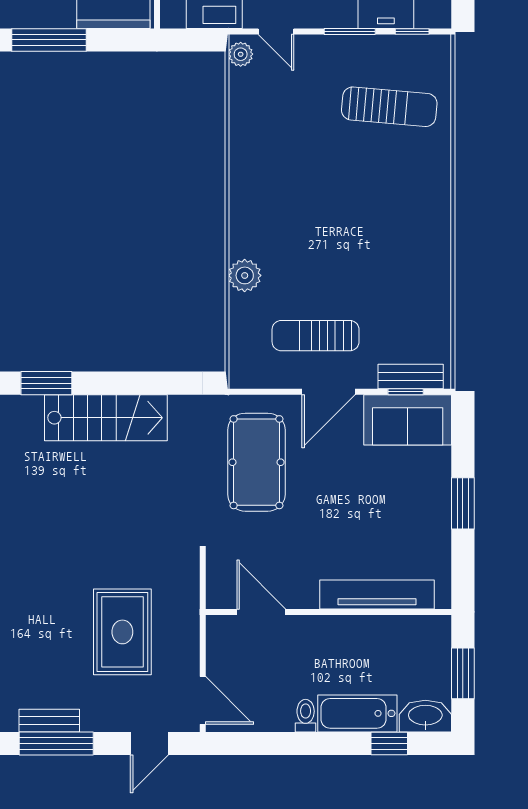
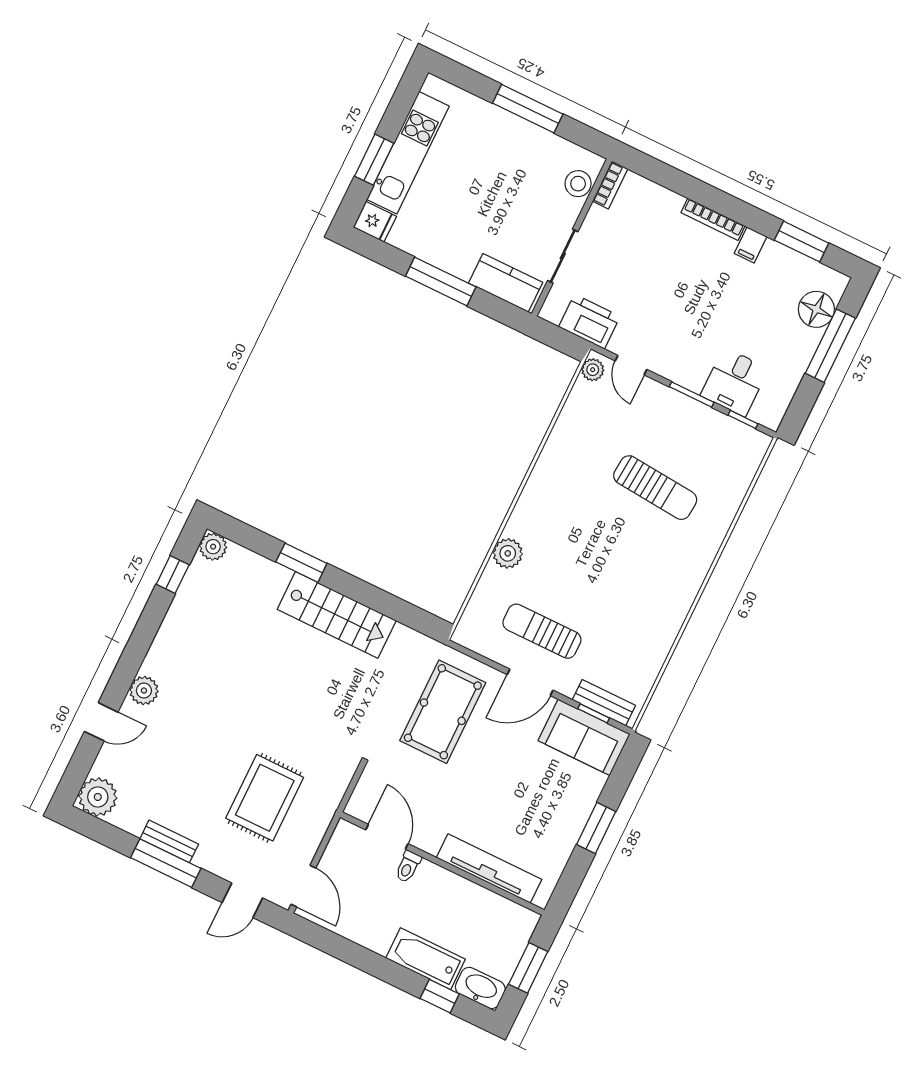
sun lounger: (389, 107) -> (655, 488), moved
toilet: (306, 716) -> (408, 867), moved, turned 180

